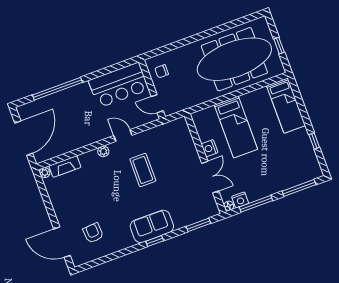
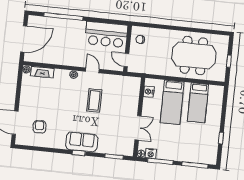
meeting table: (234, 59) -> (194, 56), width x0.73
bed: (286, 106) -> (198, 103), moved
nightstand: (209, 148) -> (149, 92), moved

